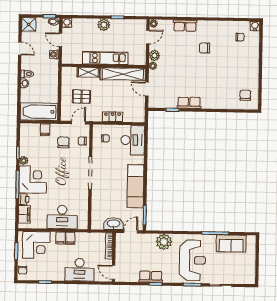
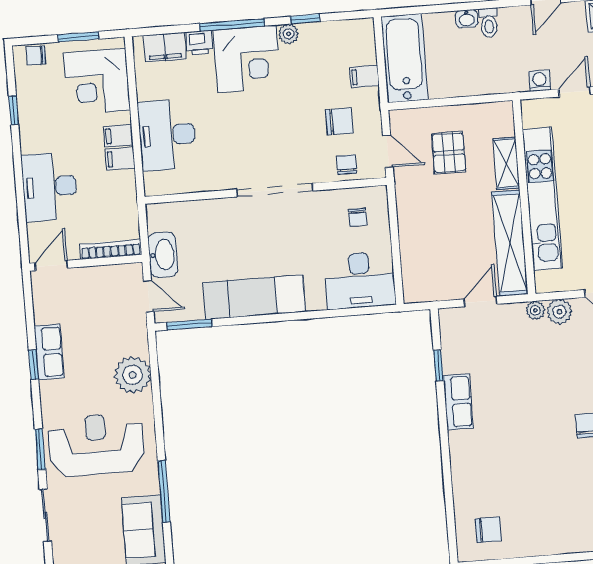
kitchen unit: (105, 58) -> (542, 199), width x1.36
locker: (112, 117) -> (409, 229), removed
reception desk: (192, 260) -> (96, 445), turned 180

